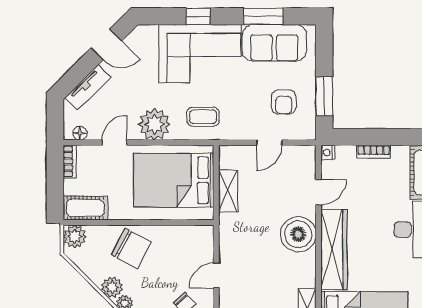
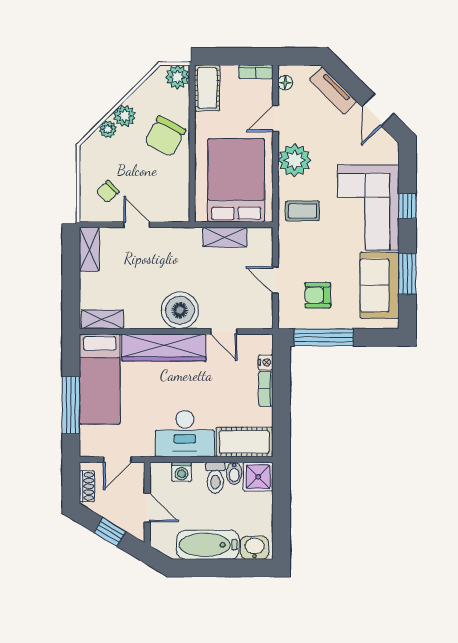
window: (324, 96) -> (324, 337), width x1.44
coffee table: (203, 117) -> (302, 211), turned 90
door: (115, 143) -> (275, 119), swing flipped
nightstand: (328, 152) -> (266, 362), moved, turned 90

